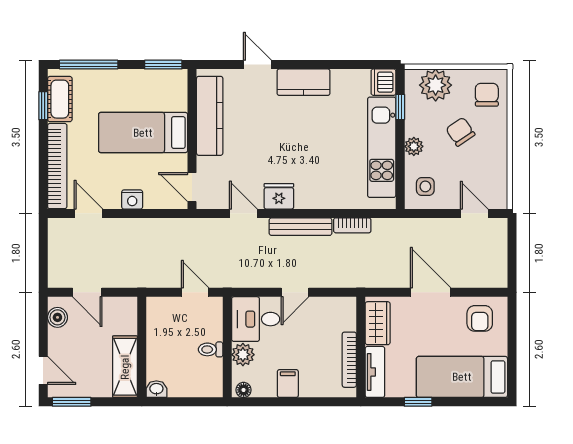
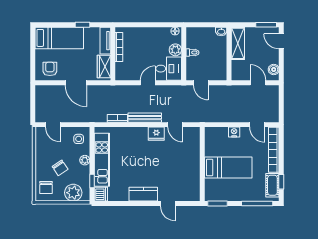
kitchen counter: (210, 116) -> (193, 176), removed
door: (192, 187) -> (202, 139), removed
filing cabinet: (288, 384) -> (152, 34), removed

